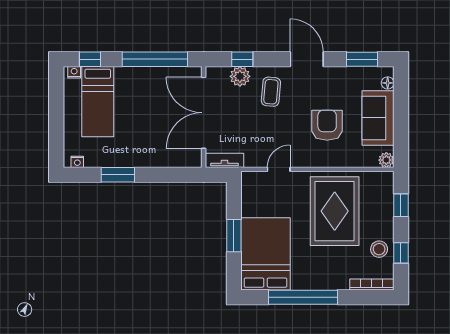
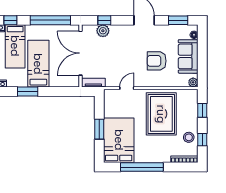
coffee table: (271, 92) -> (122, 40), removed
armchair: (327, 125) -> (157, 61), turned -90
bed: (135, 130) -> (38, 64), added

